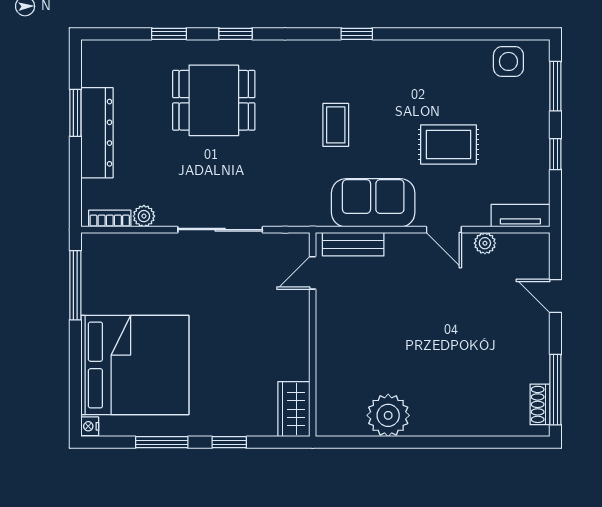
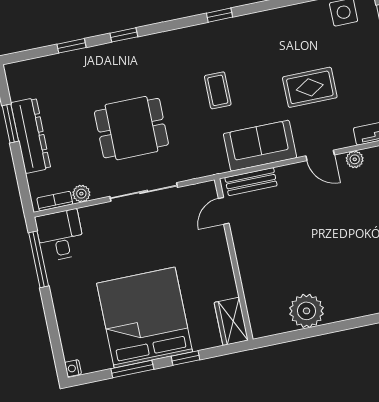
dining table: (214, 100) -> (131, 128), moved
desk: (108, 261) -> (60, 235), added
bed: (135, 365) -> (145, 318), moved, turned -90

